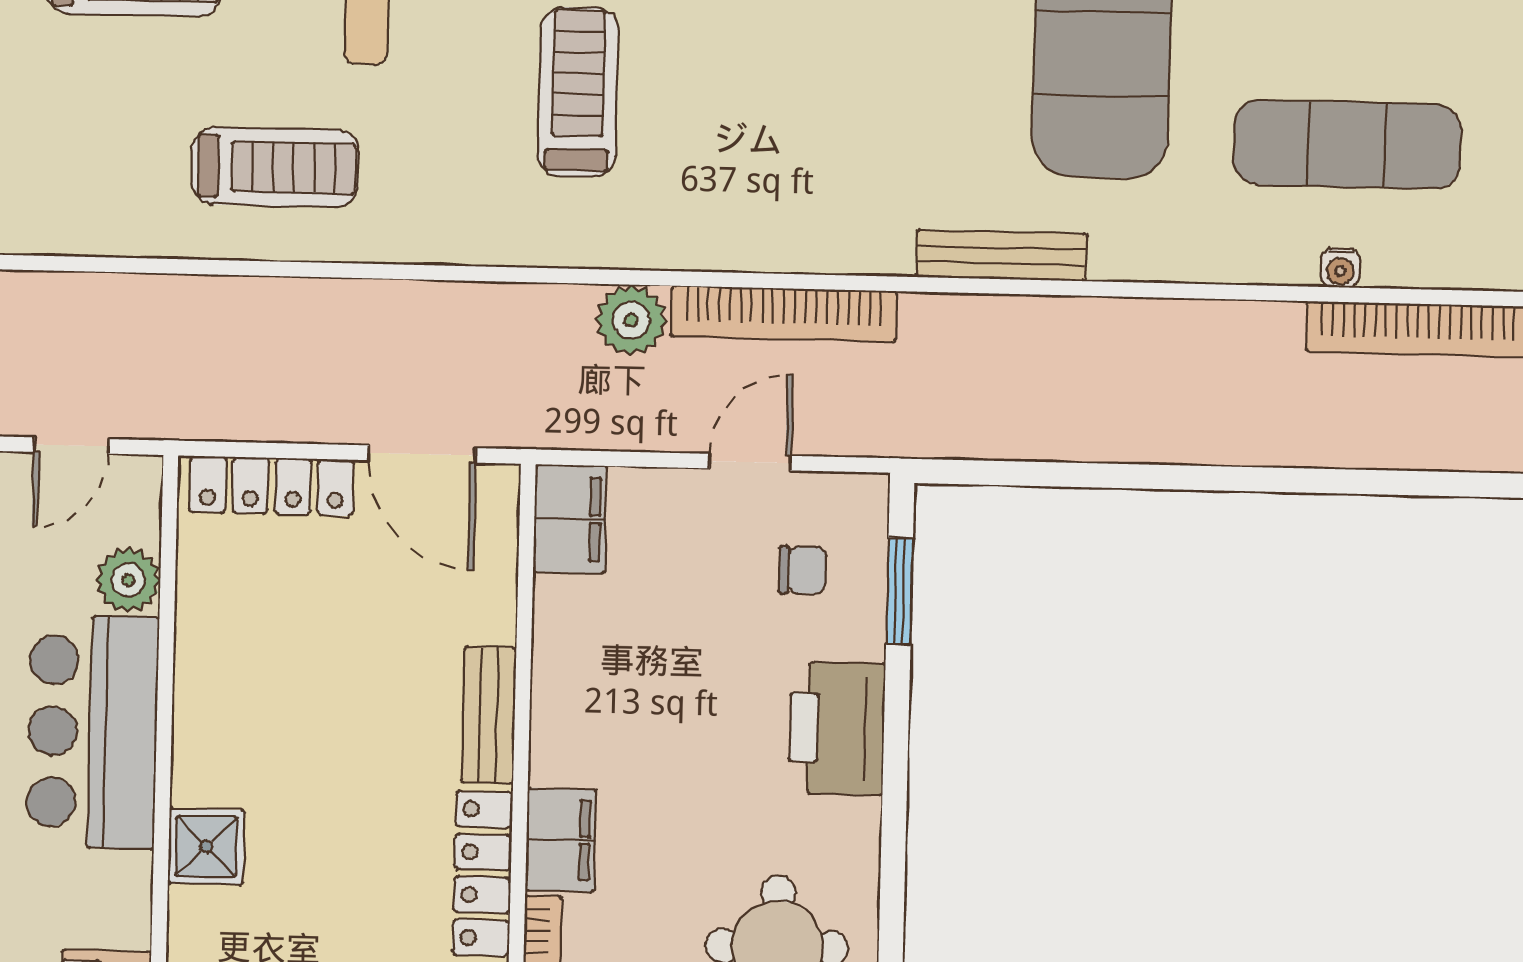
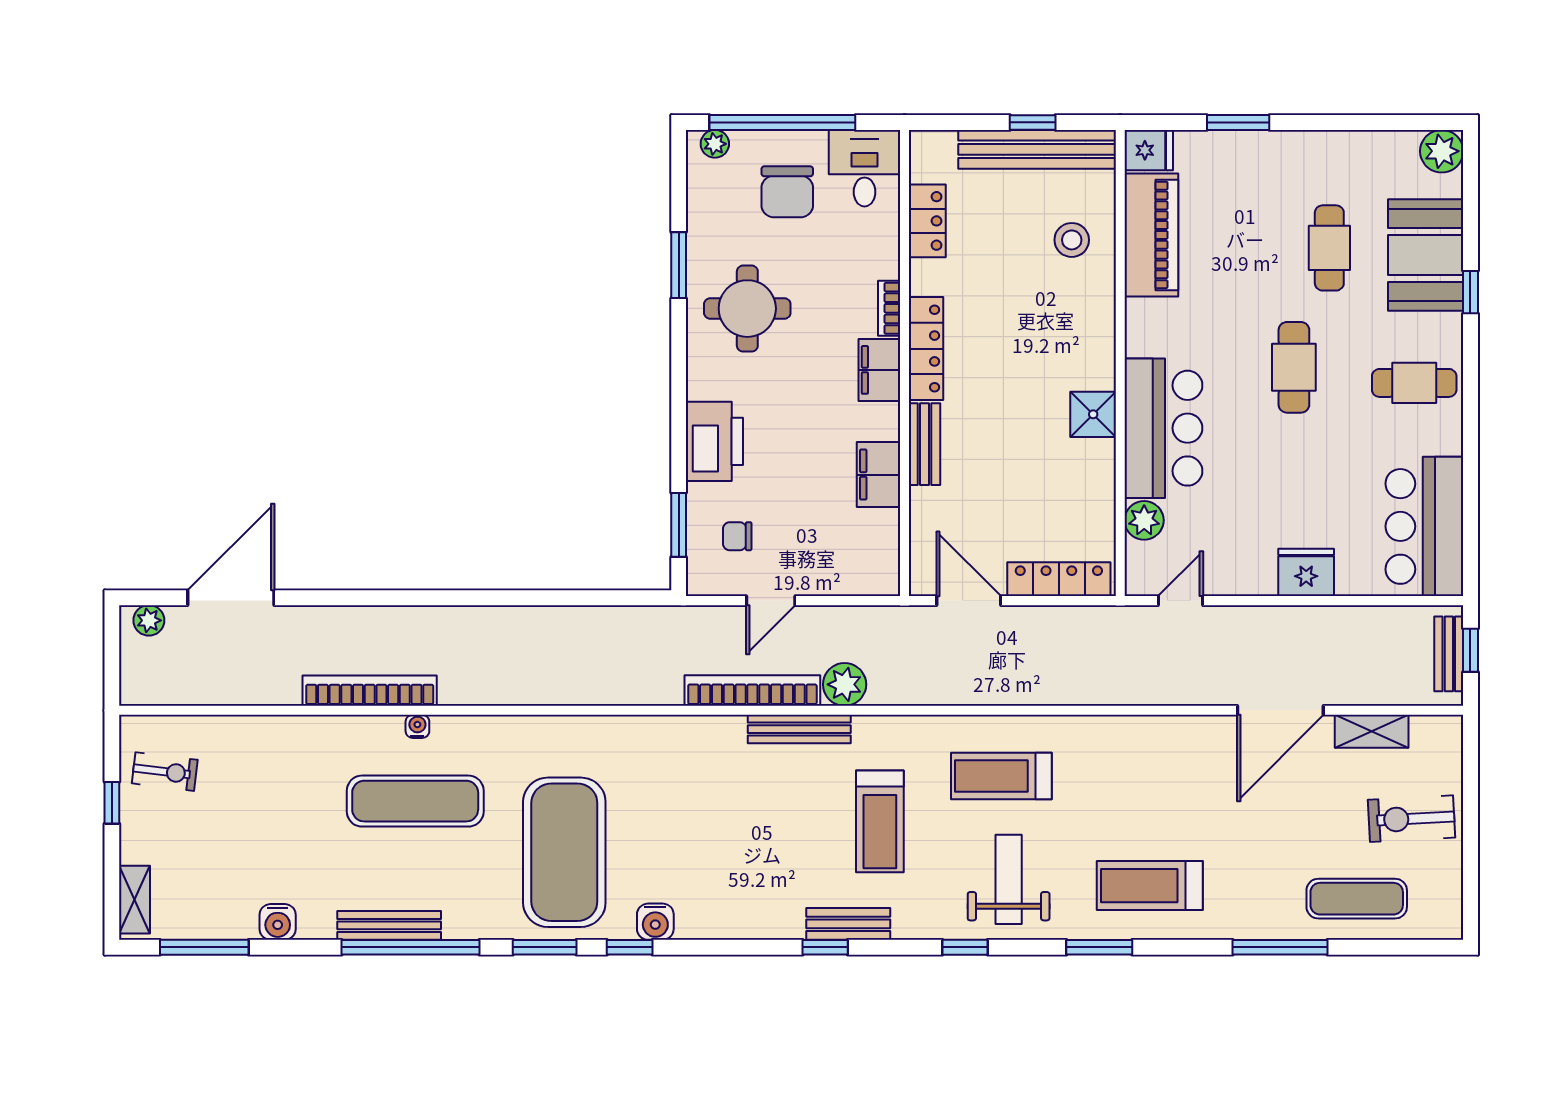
treadmill: (275, 167) -> (1001, 776), moved
bench: (1002, 255) -> (799, 729), moved
filing cabinet: (570, 519) -> (878, 475), moved
shower: (206, 847) -> (1093, 414), moved

